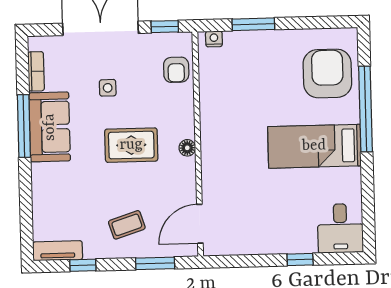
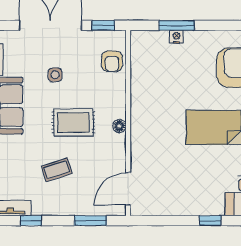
nightstand: (214, 39) -> (176, 37), moved
coffee table: (127, 225) -> (57, 170), moved

